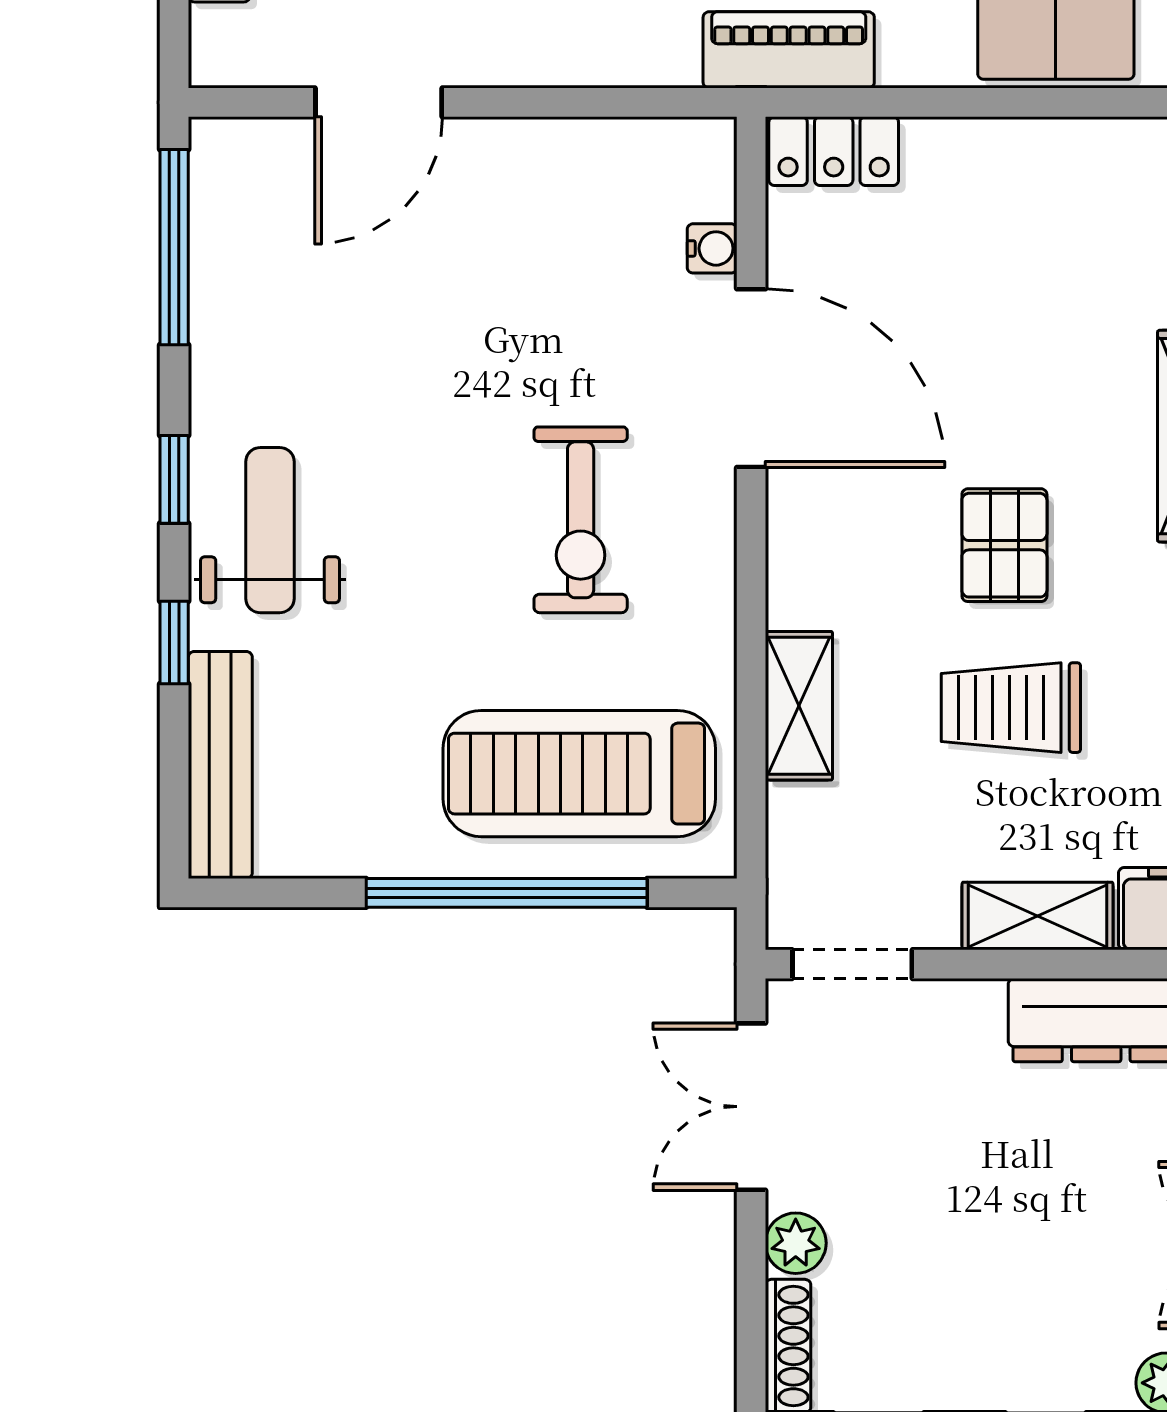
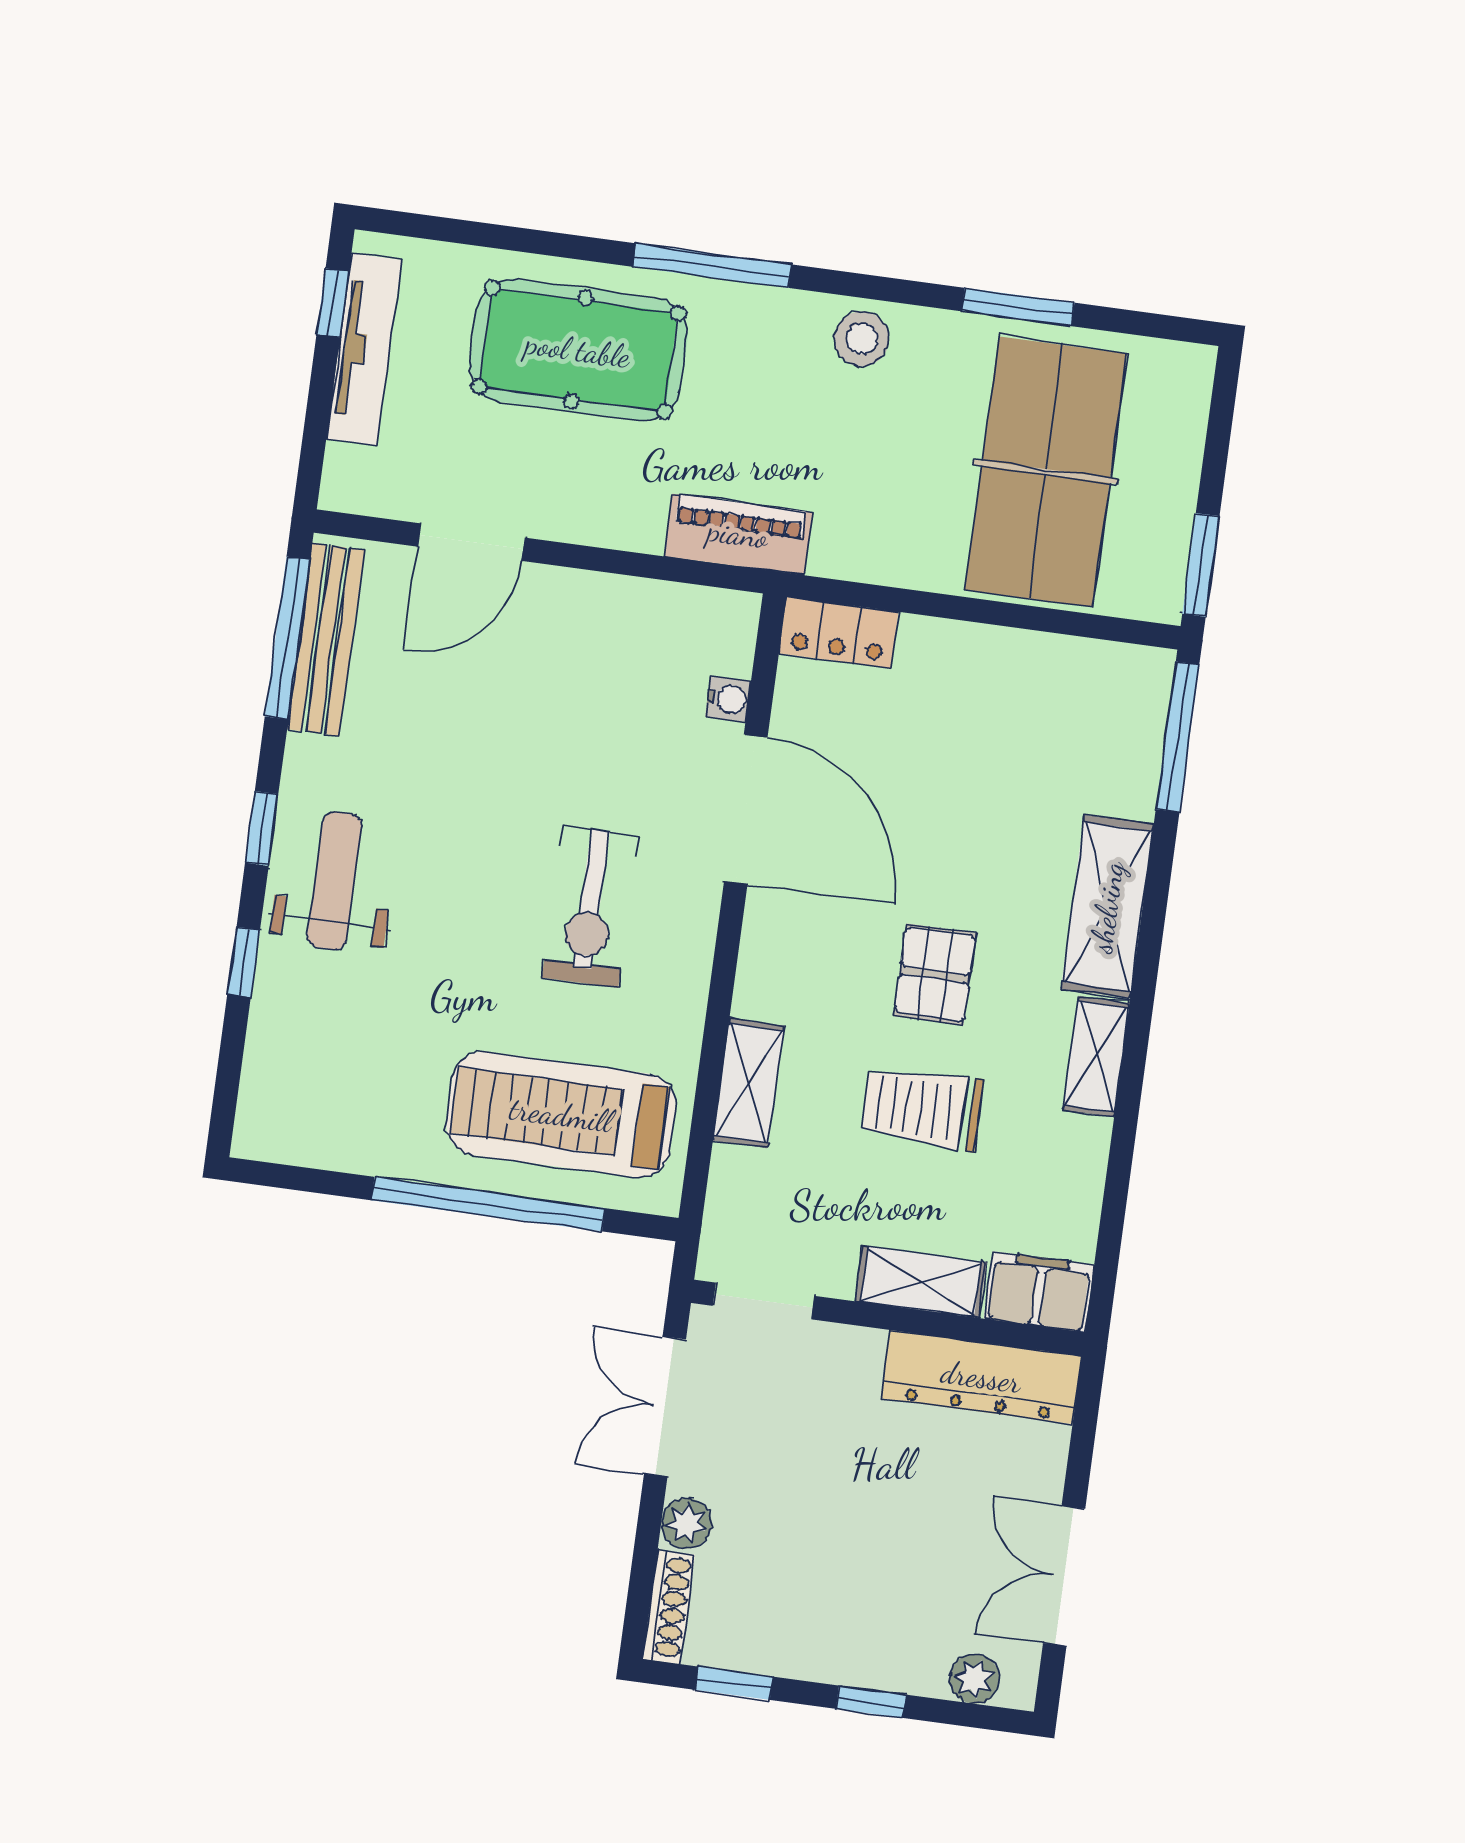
piano: (789, 50) -> (738, 534), moved
bench: (220, 765) -> (326, 639), moved

